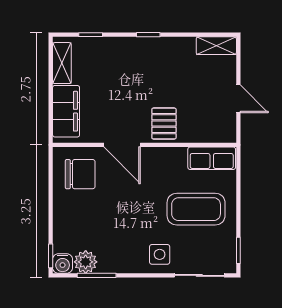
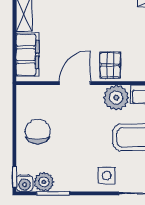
door: (122, 145) -> (75, 83), swing flipped
plant: (171, 162) -> (116, 98), added
chair: (80, 174) -> (38, 132), moved, turned -90

